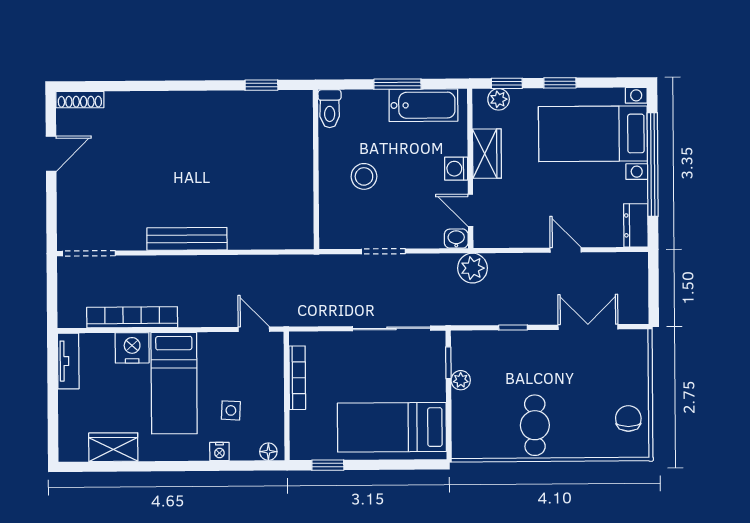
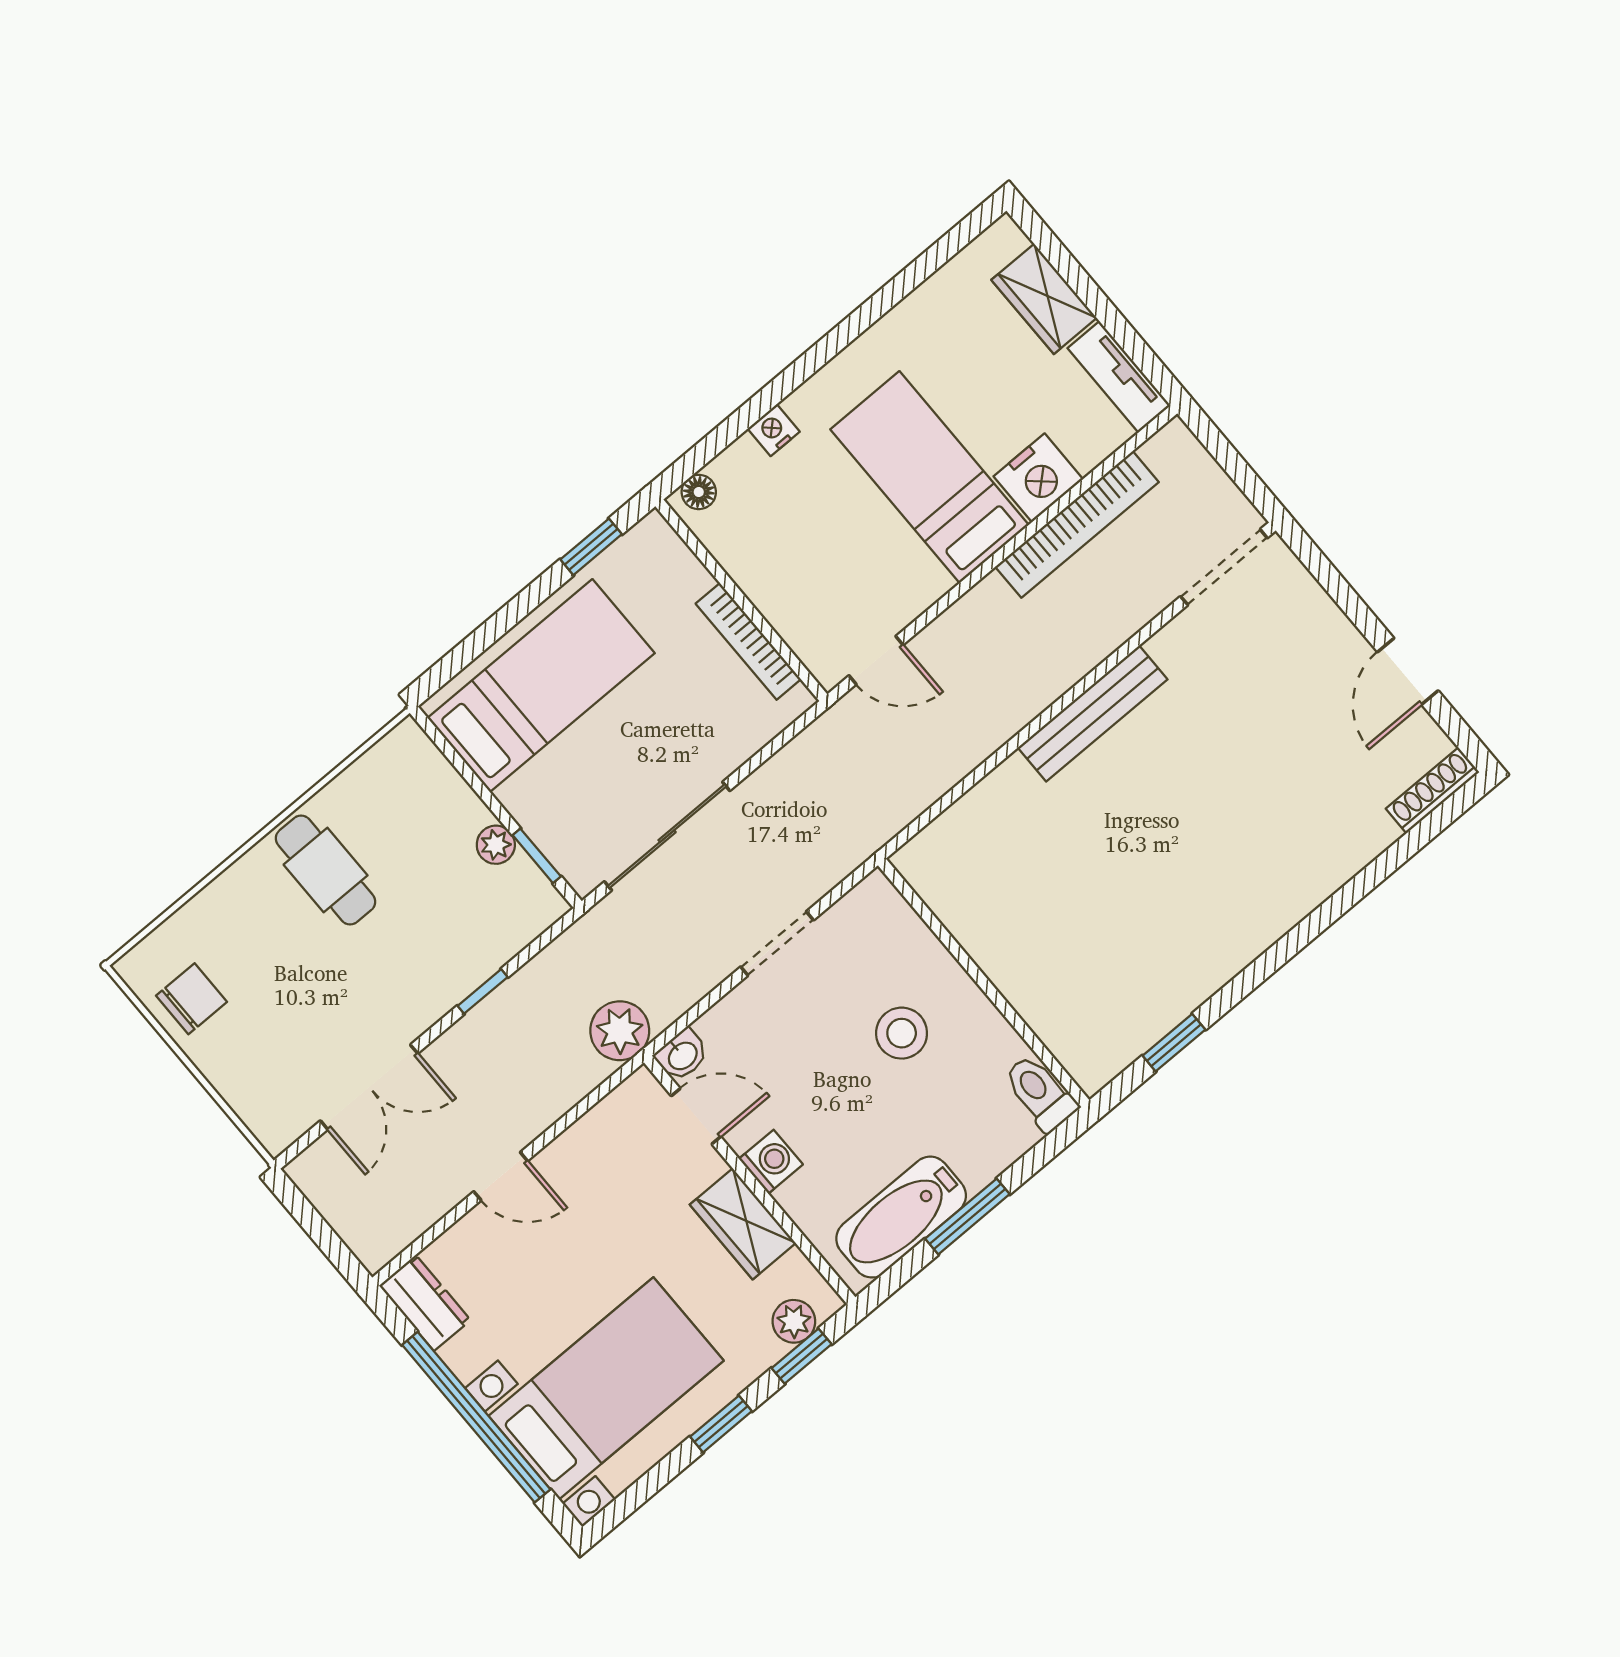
side table: (231, 410) -> (808, 507), removed
chair: (628, 418) -> (192, 999), turned -90
wardrobe: (113, 447) -> (1044, 299), moved, turned 90

